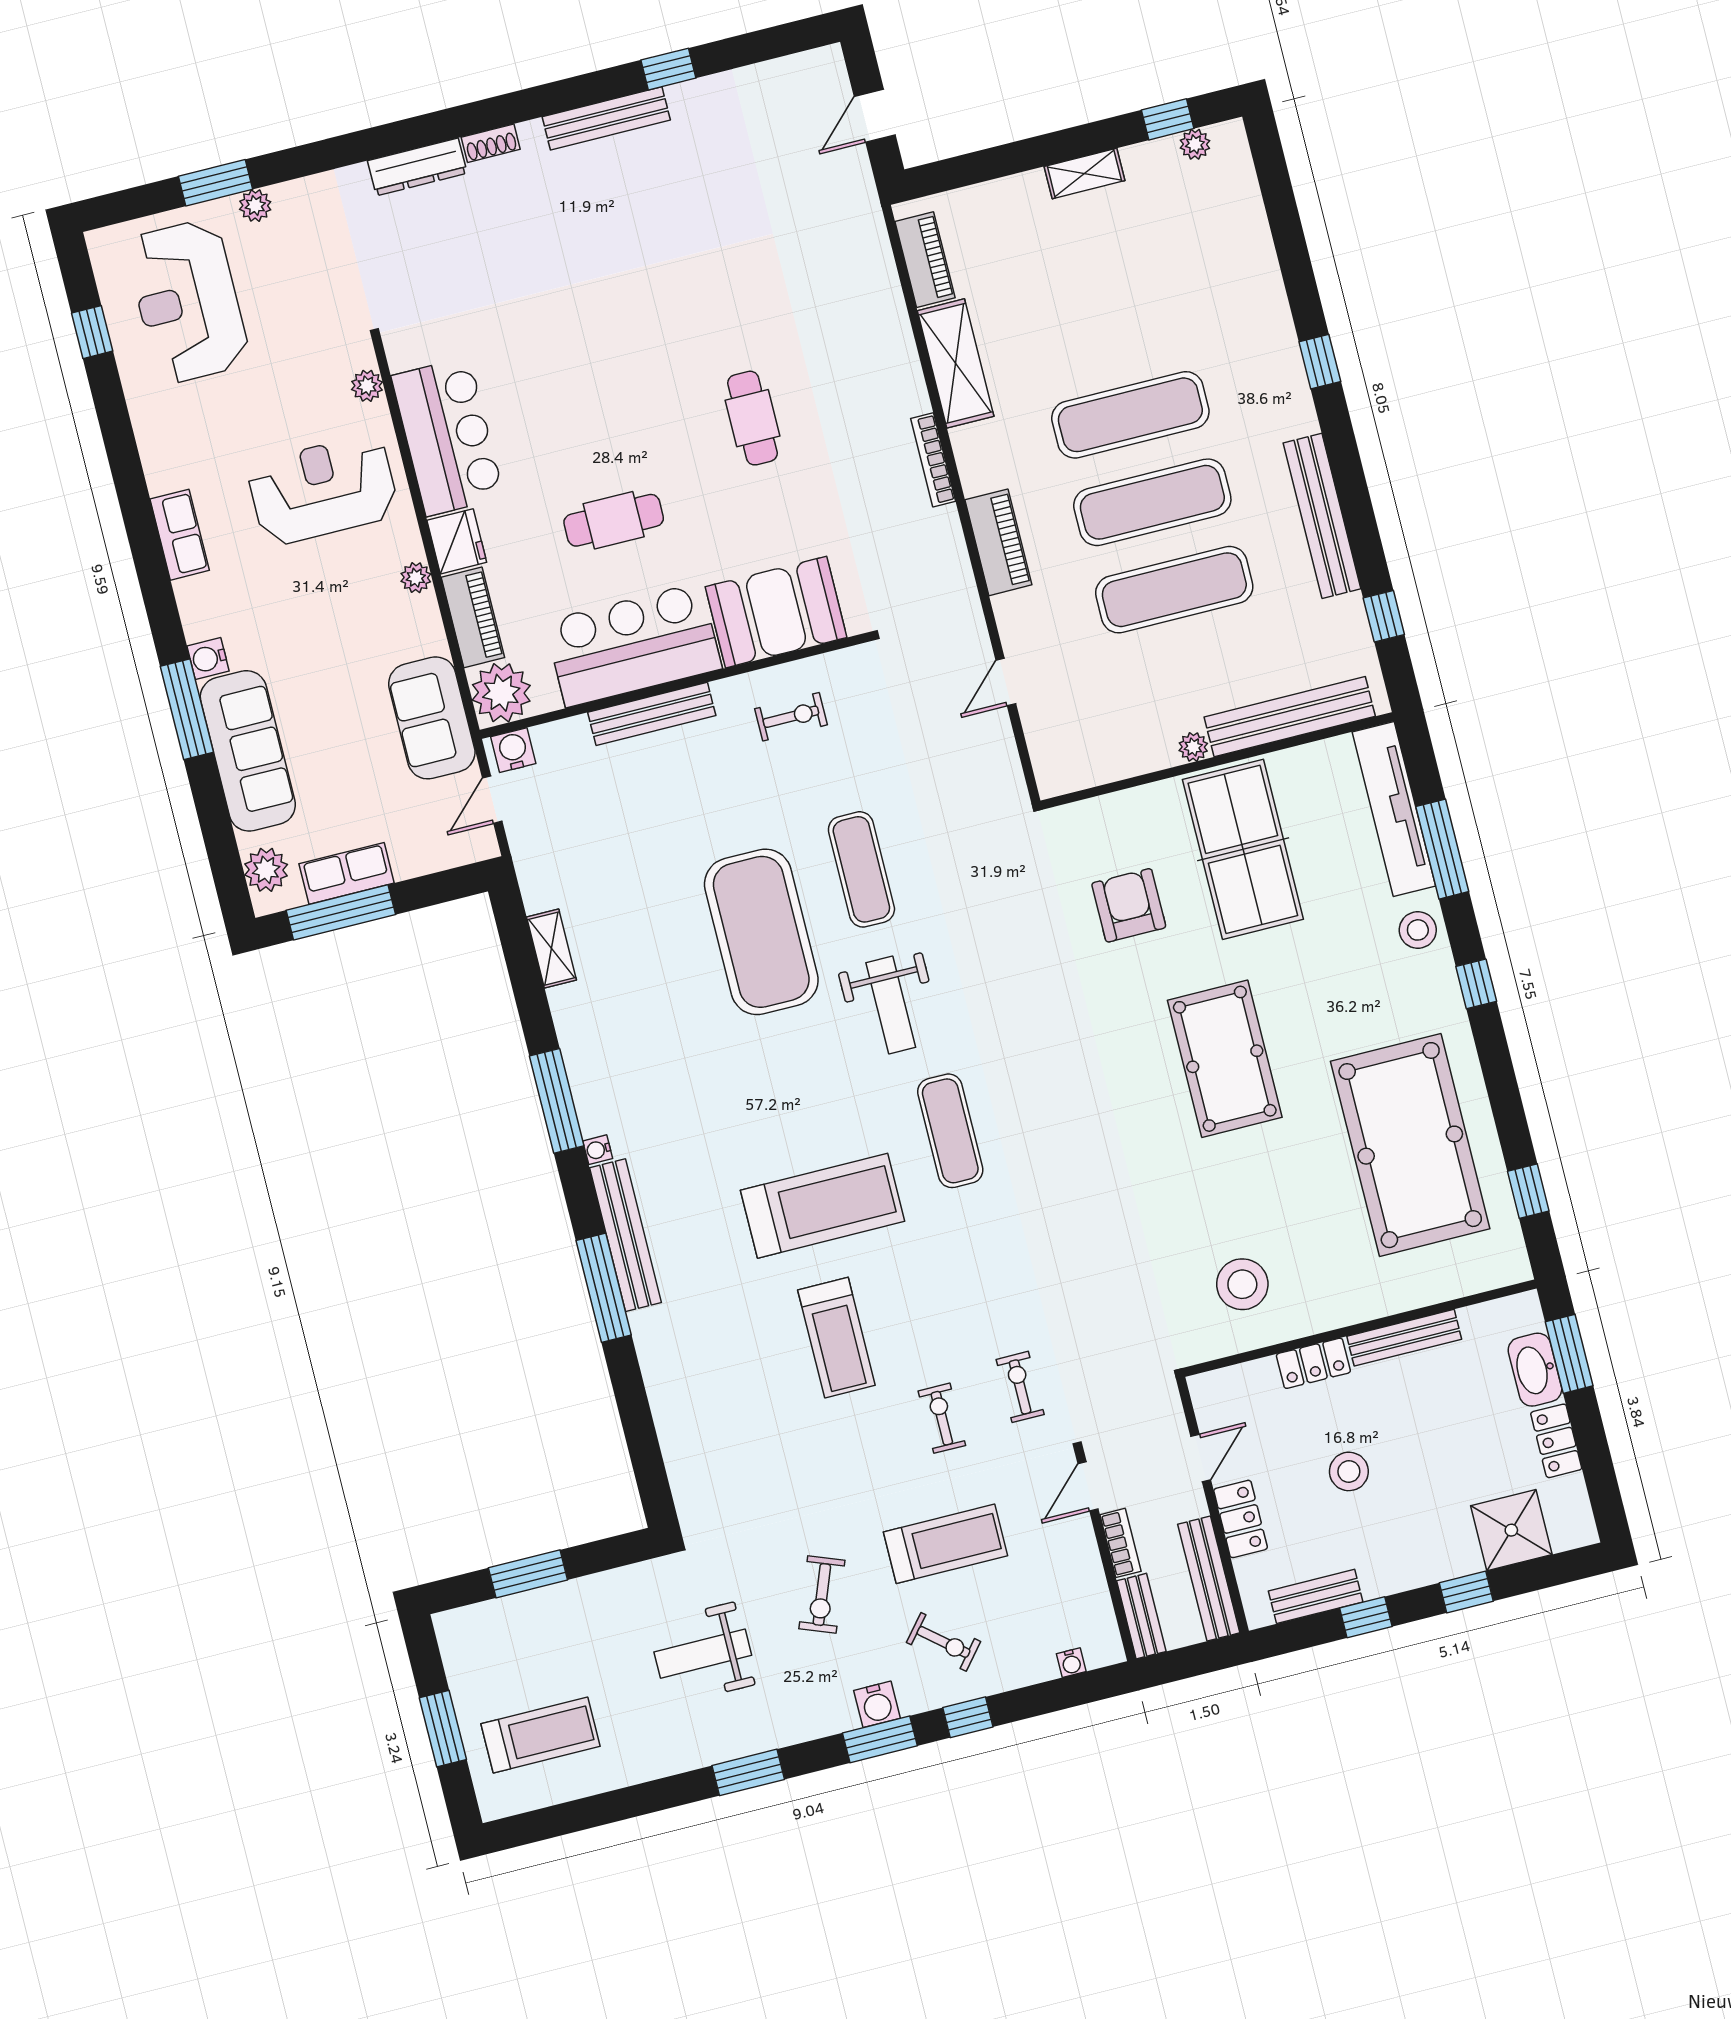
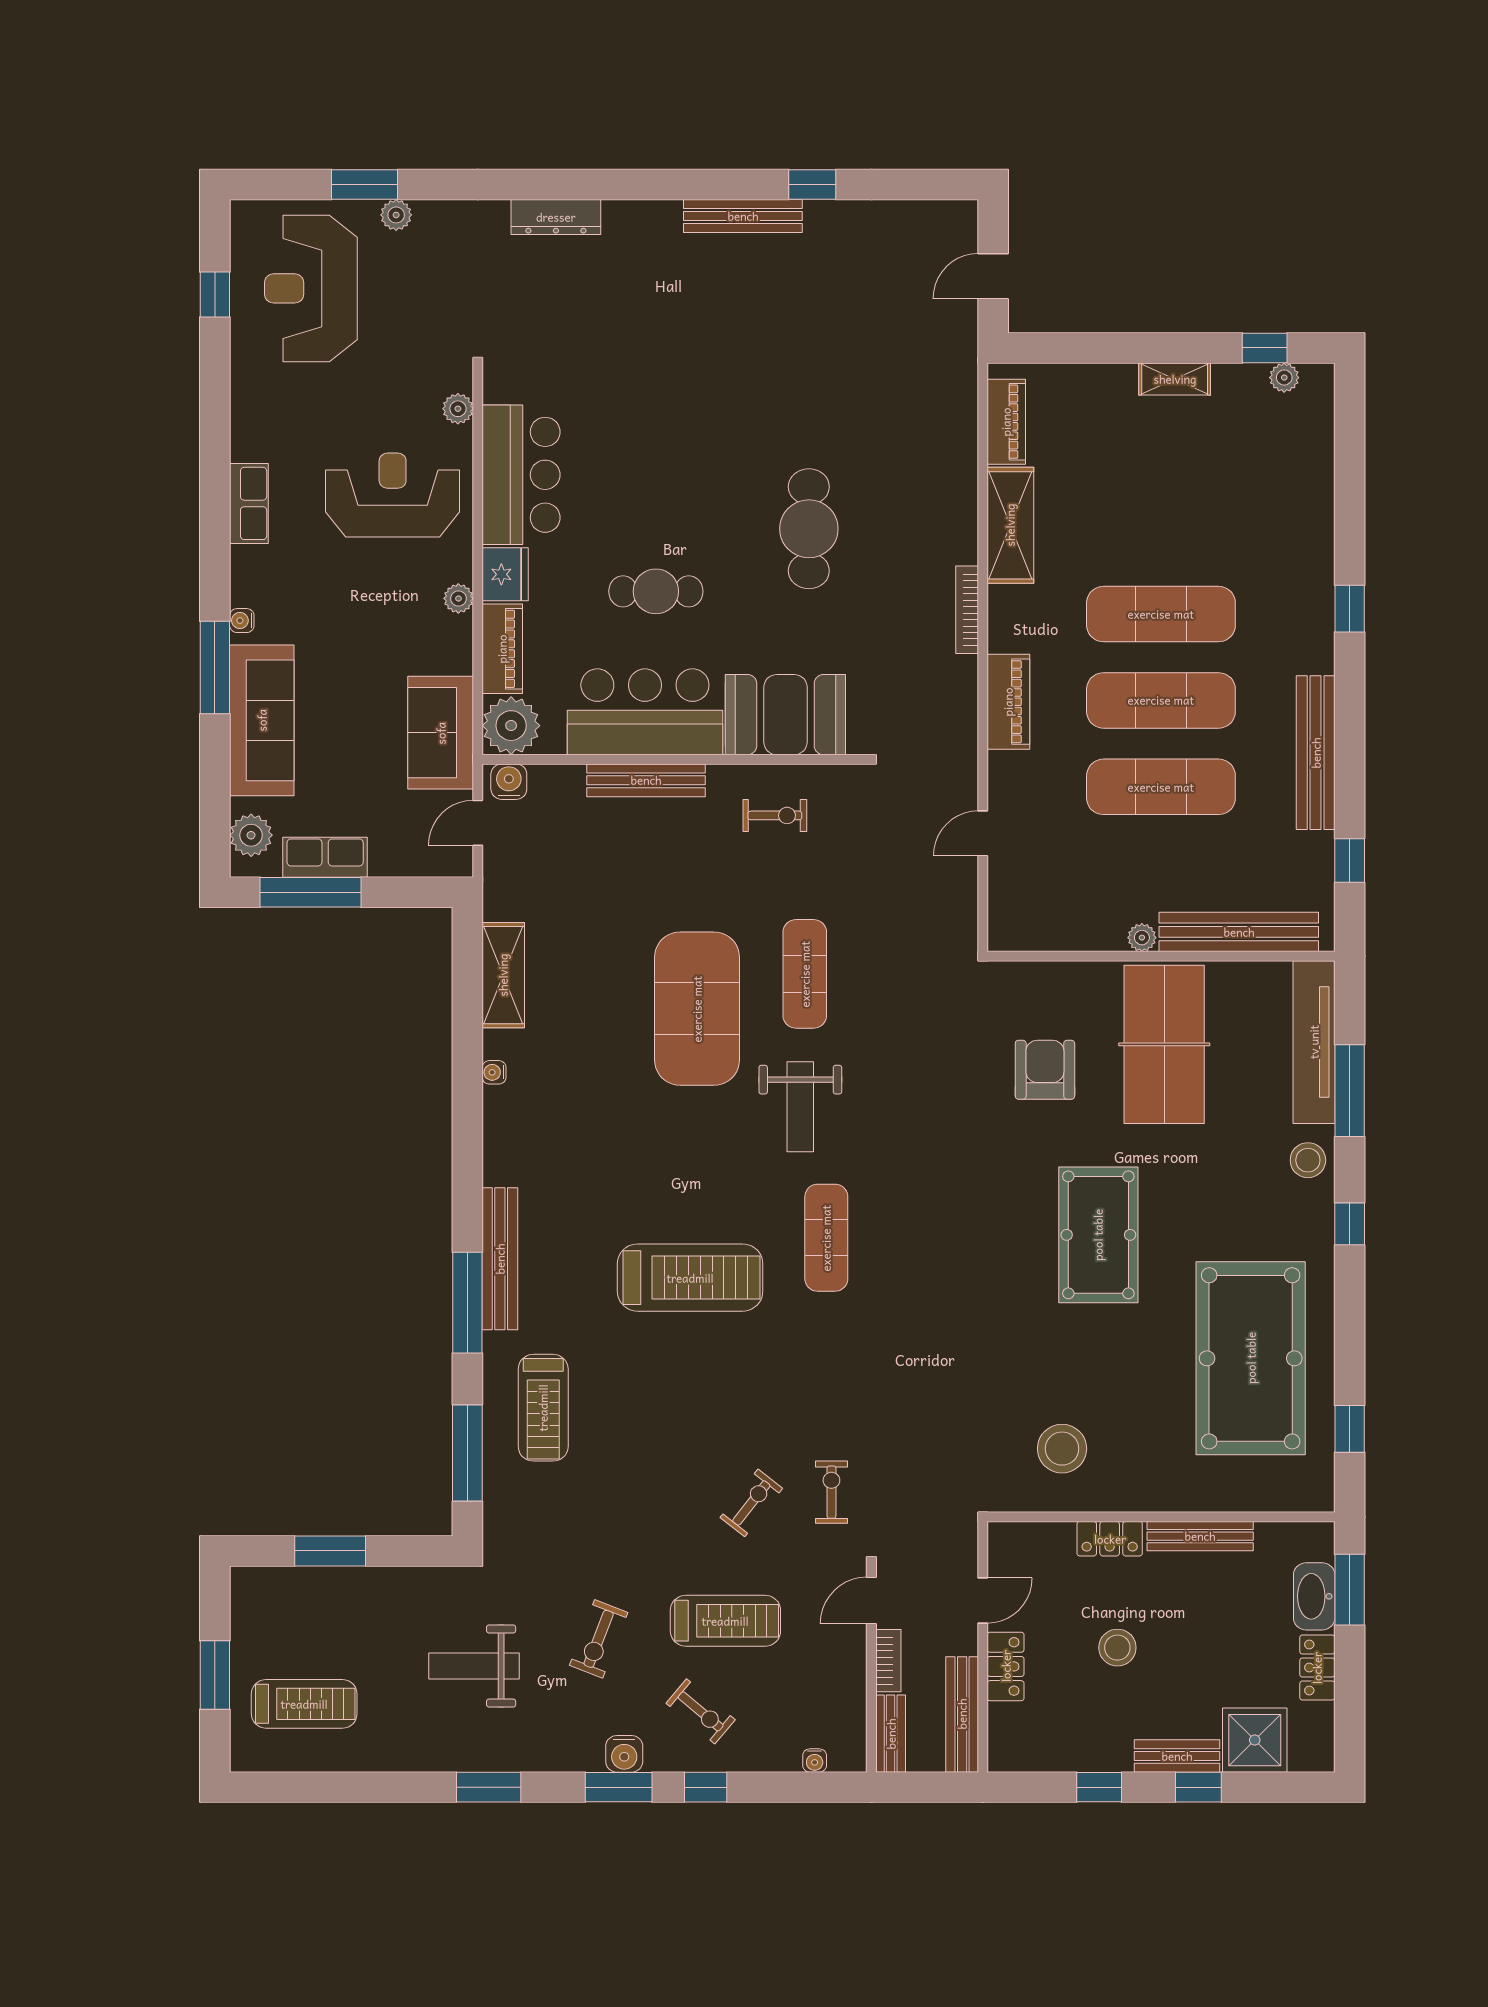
shoe rack: (491, 143) -> (630, 212), removed
cafe table: (752, 418) -> (809, 529), width x1.37, depth x1.35
water cooler: (208, 658) -> (242, 621), width x0.72, depth x0.72
shelving: (551, 949) -> (503, 975), width x1.50, depth x1.33
window: (557, 1101) -> (467, 1453), moved
water cooler: (598, 1150) -> (494, 1072), moved
treadmill: (836, 1338) -> (543, 1408), moved
exercise bike: (942, 1418) -> (751, 1503), turned 38
bench: (1316, 1596) -> (1177, 1756), moved

